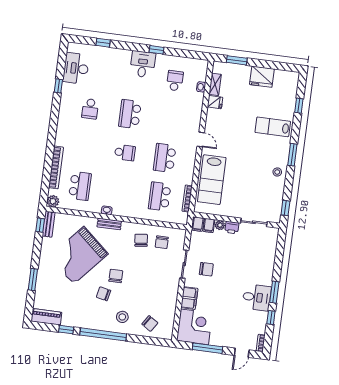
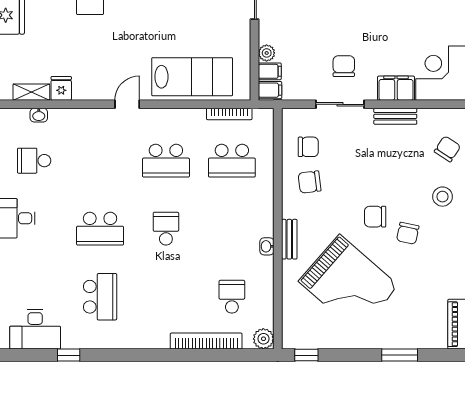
school desk: (90, 109) -> (100, 297), width x1.85
school desk: (80, 186) -> (232, 297), width x0.54
bench: (49, 224) -> (395, 116), moved
printer: (232, 228) -> (268, 32), removed

